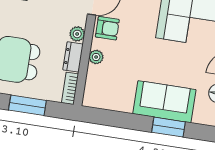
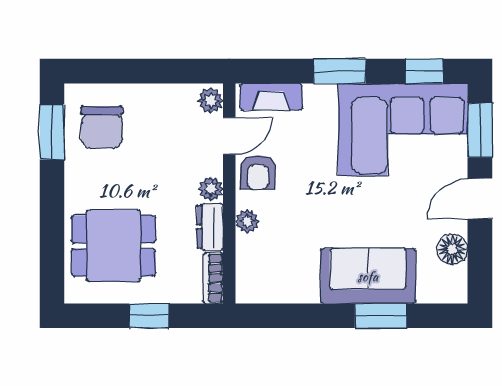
armchair: (107, 28) -> (258, 172), turned 90
window: (27, 105) -> (149, 316), width x0.67

